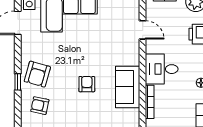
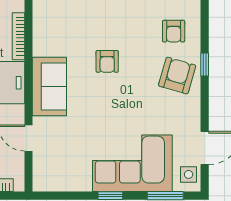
sofa: (128, 87) -> (49, 87), moved
armchair: (40, 106) -> (174, 31), turned 78

